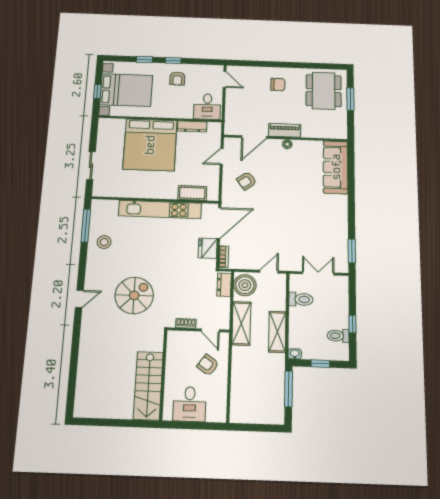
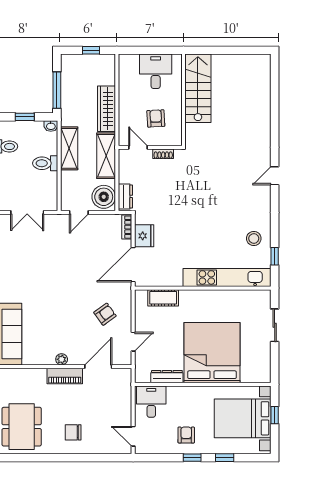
kitchen unit: (160, 209) -> (227, 277), moved
window: (86, 226) -> (275, 256), width x0.46
spiral stairs: (134, 295) -> (218, 181), removed
toilet: (301, 299) -> (45, 163), moved
armchair: (208, 365) -> (156, 118), moved, turned -128
wardrobe: (240, 369) -> (106, 109), added
window: (254, 428) -> (91, 50), added

